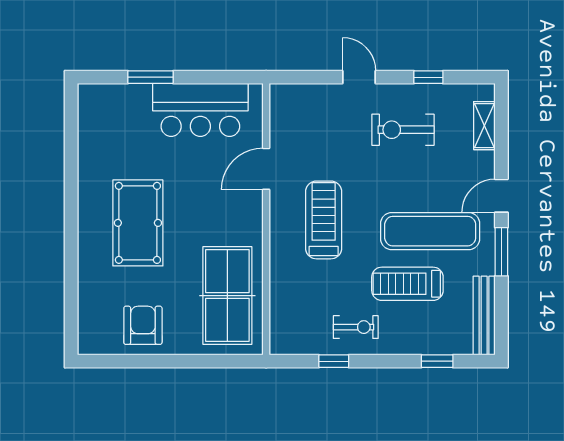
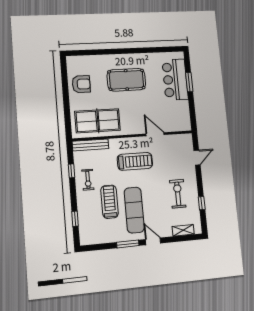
door: (359, 77) -> (197, 158), moved
bar counter: (200, 110) -> (175, 80), moved
bench: (484, 315) -> (90, 145), moved

